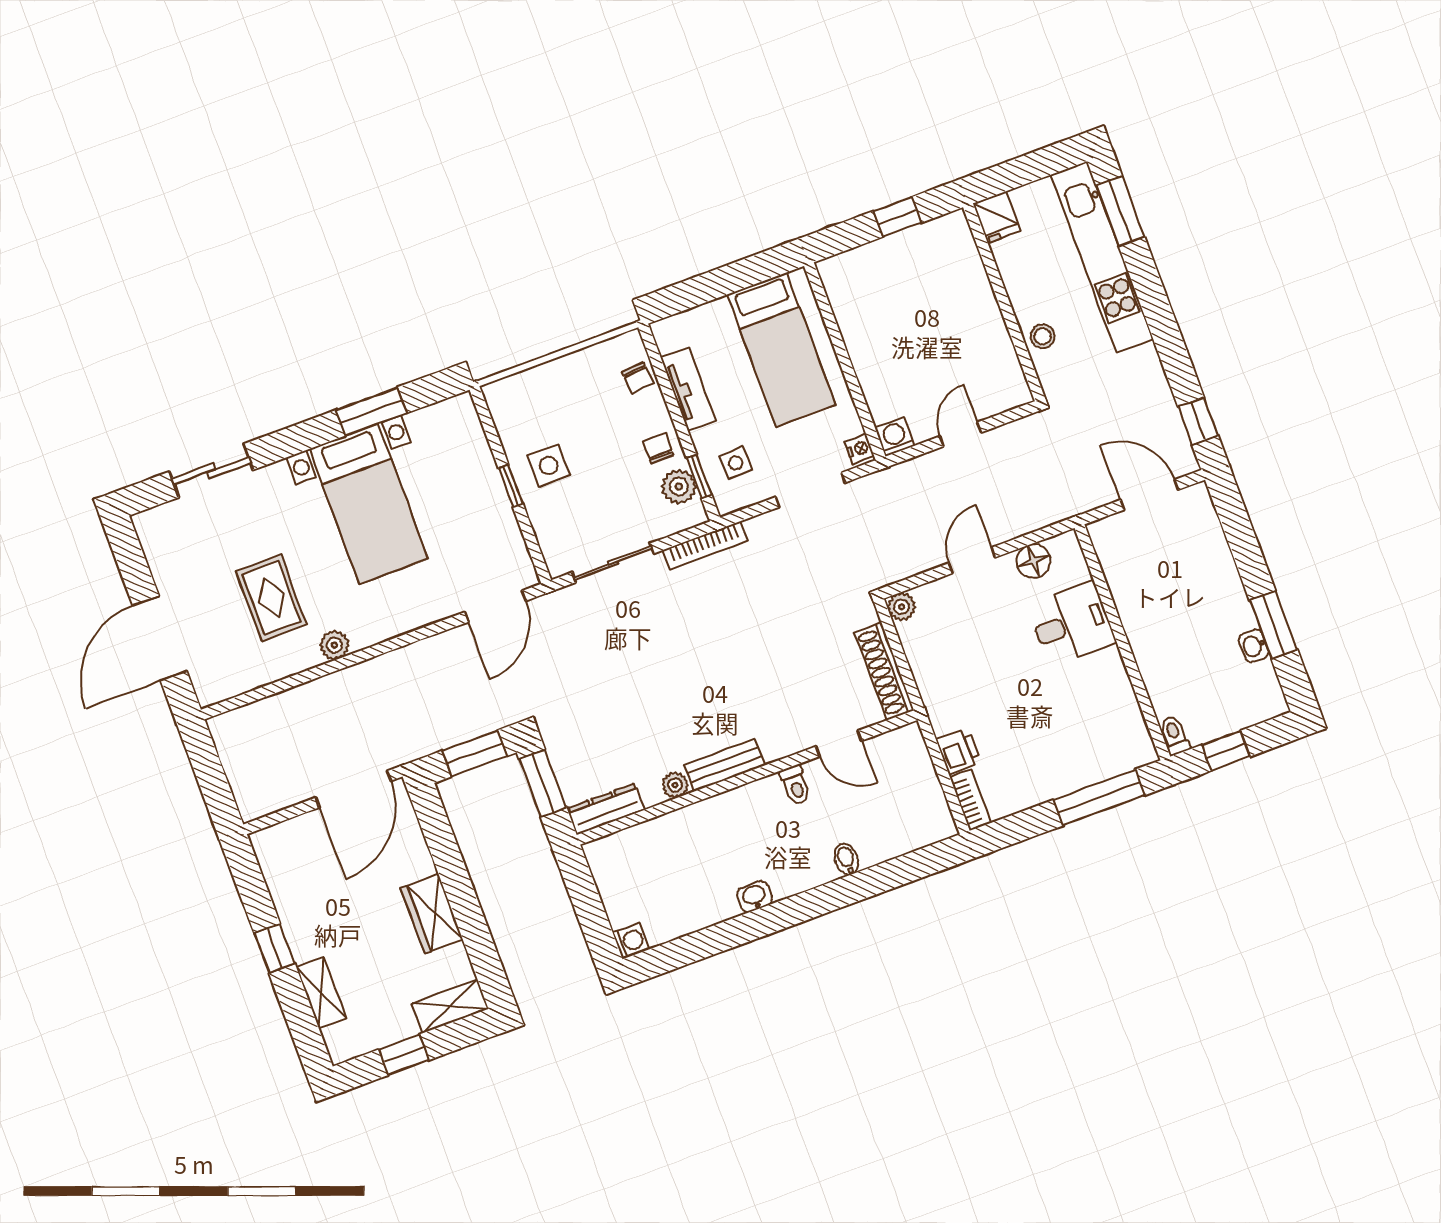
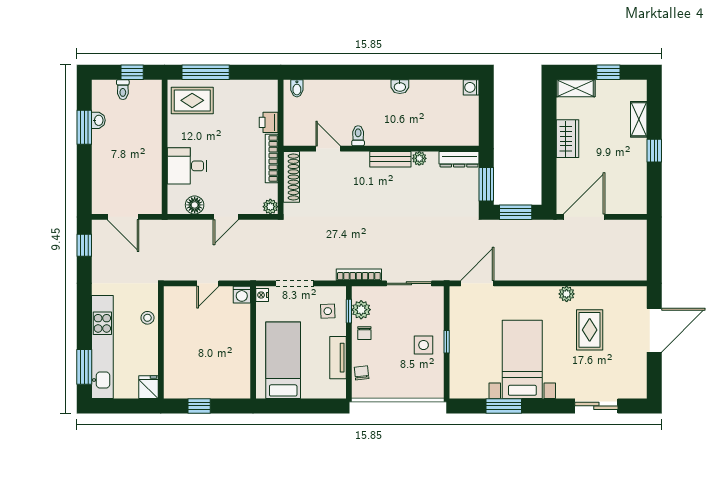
toilet: (1174, 735) -> (123, 90), moved
rug: (1104, 740) -> (192, 100), added
bookcase: (970, 800) -> (272, 158), moved, width x1.56
bidet: (846, 859) -> (297, 88), moved

